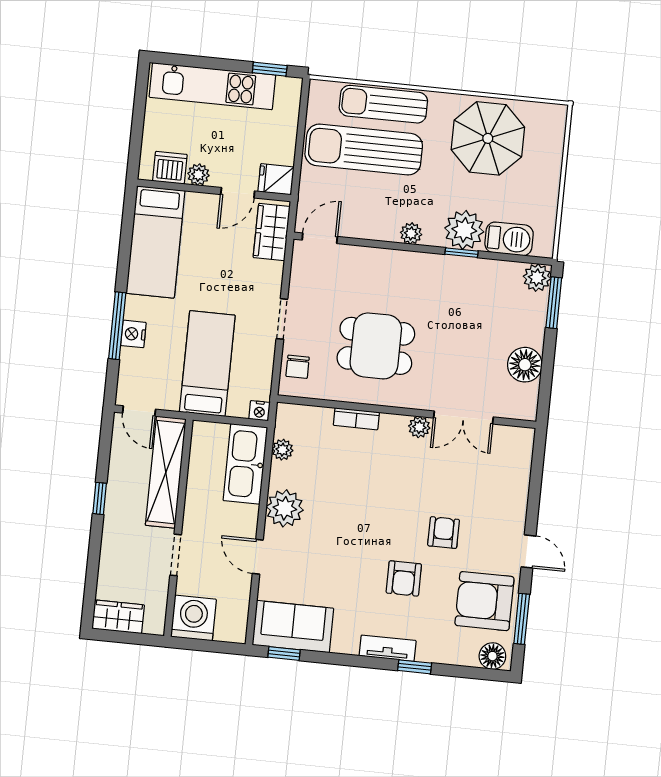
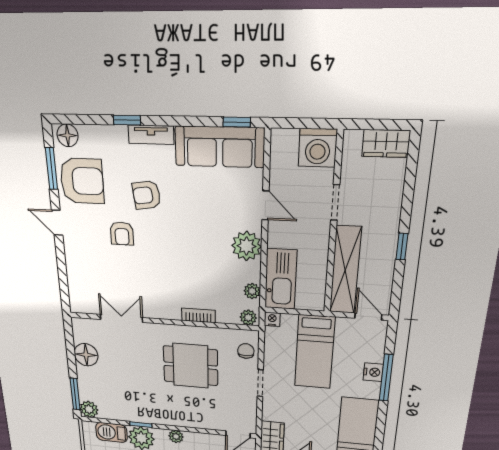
plant: (419, 427) -> (248, 318), moved
armchair: (404, 578) -> (146, 195), turned -98
sofa: (293, 627) -> (220, 147), width x1.36

